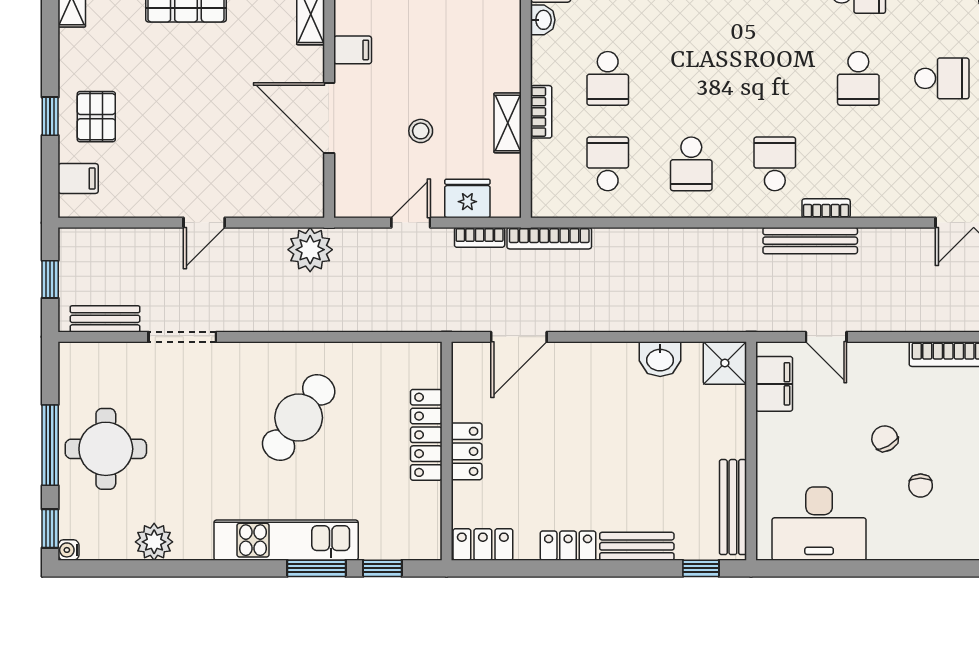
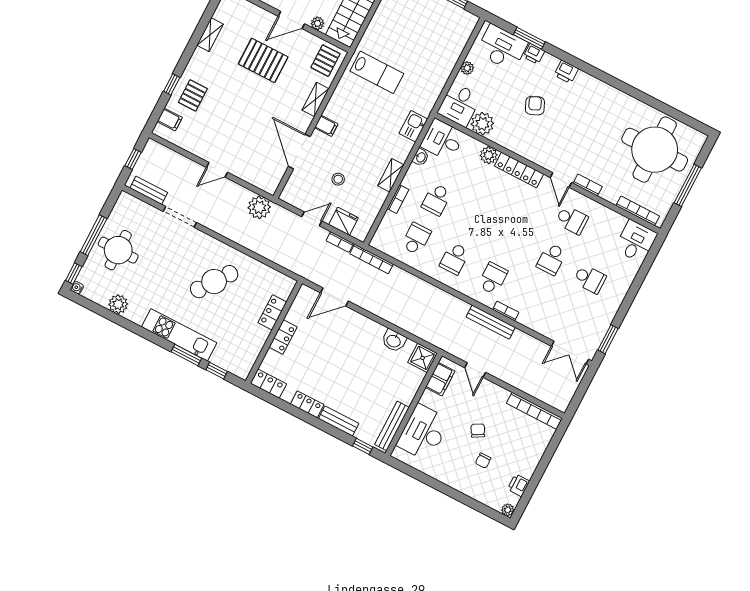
shelving: (508, 123) -> (391, 175), moved
locker: (426, 435) -> (272, 312), width x0.66
desk: (819, 524) -> (423, 433), moved, turned 90

